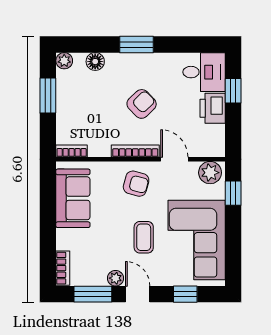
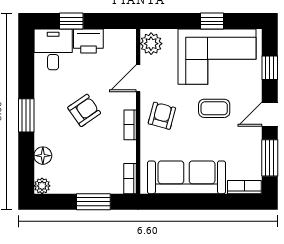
window: (48, 95) -> (93, 202), moved
armchair: (142, 104) -> (84, 110), turned 99
bookcase: (135, 151) -> (130, 125), width x0.64
window: (233, 193) -> (212, 21), moved
sofa: (73, 198) -> (186, 177), width x1.36
plant: (115, 278) -> (254, 136), removed

